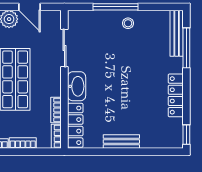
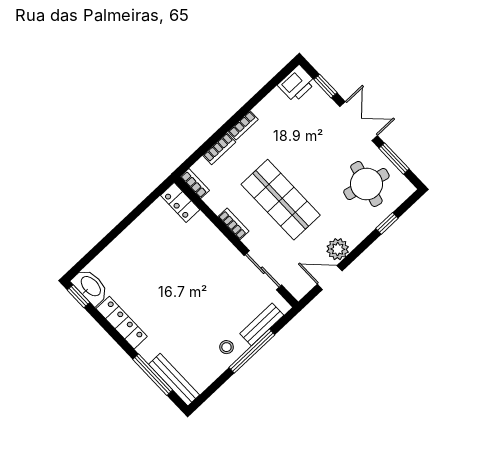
washbasin: (77, 86) -> (90, 287), moved, turned 180
bookcase: (56, 110) -> (233, 224), moved
locker: (75, 125) -> (180, 202), width x0.66
bench: (121, 141) -> (262, 324), moved

